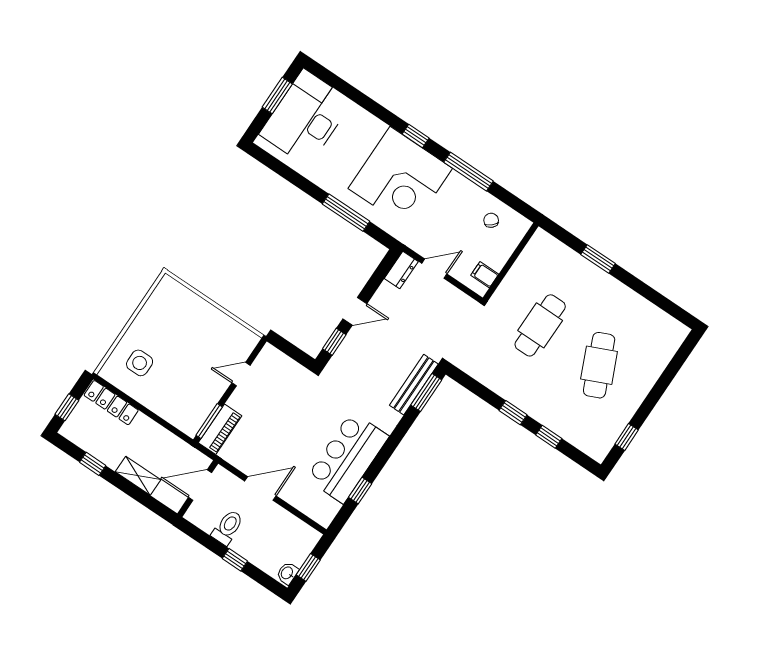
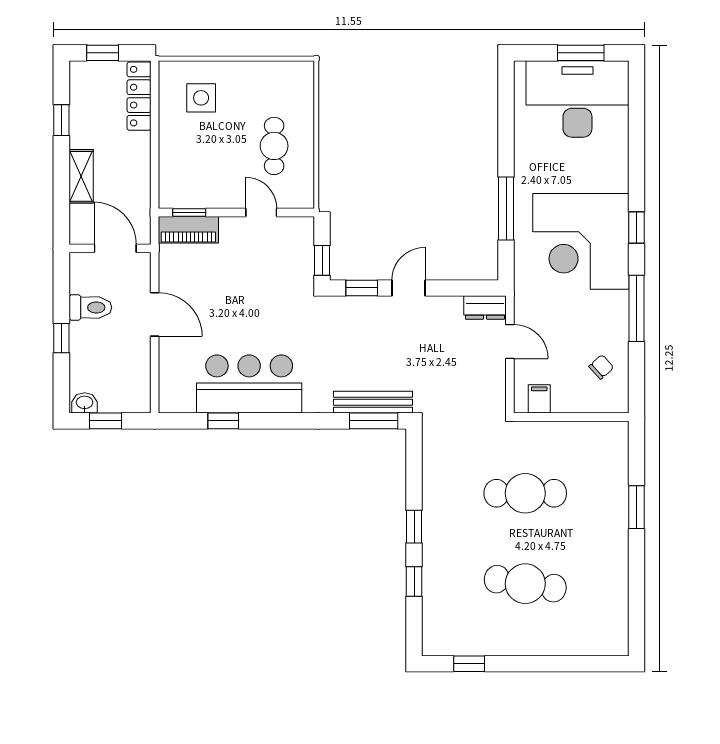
door: (355, 311) -> (408, 288), swing flipped
cafe table: (203, 336) -> (274, 146), added
window: (299, 356) -> (322, 260), added
cafe table: (599, 365) -> (525, 584), turned 33
window: (209, 421) -> (189, 213), width x0.67

